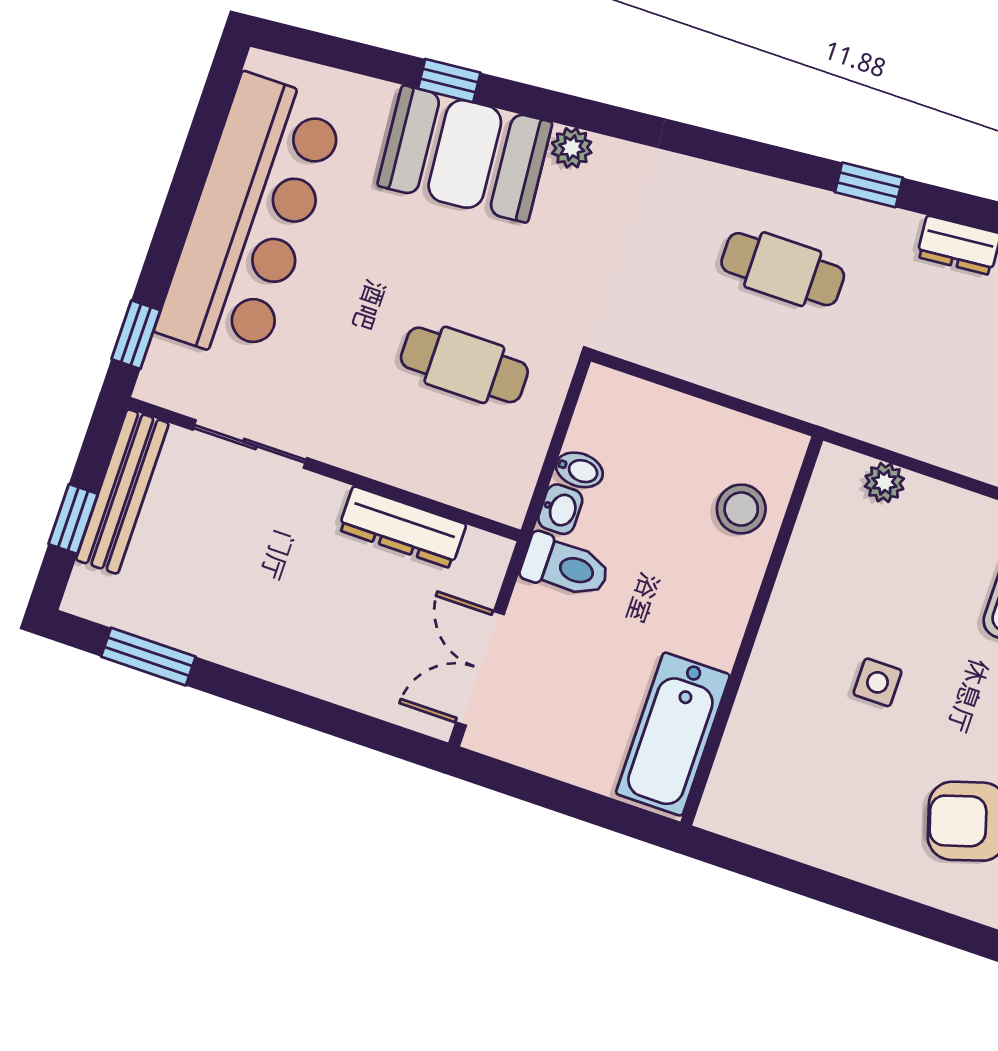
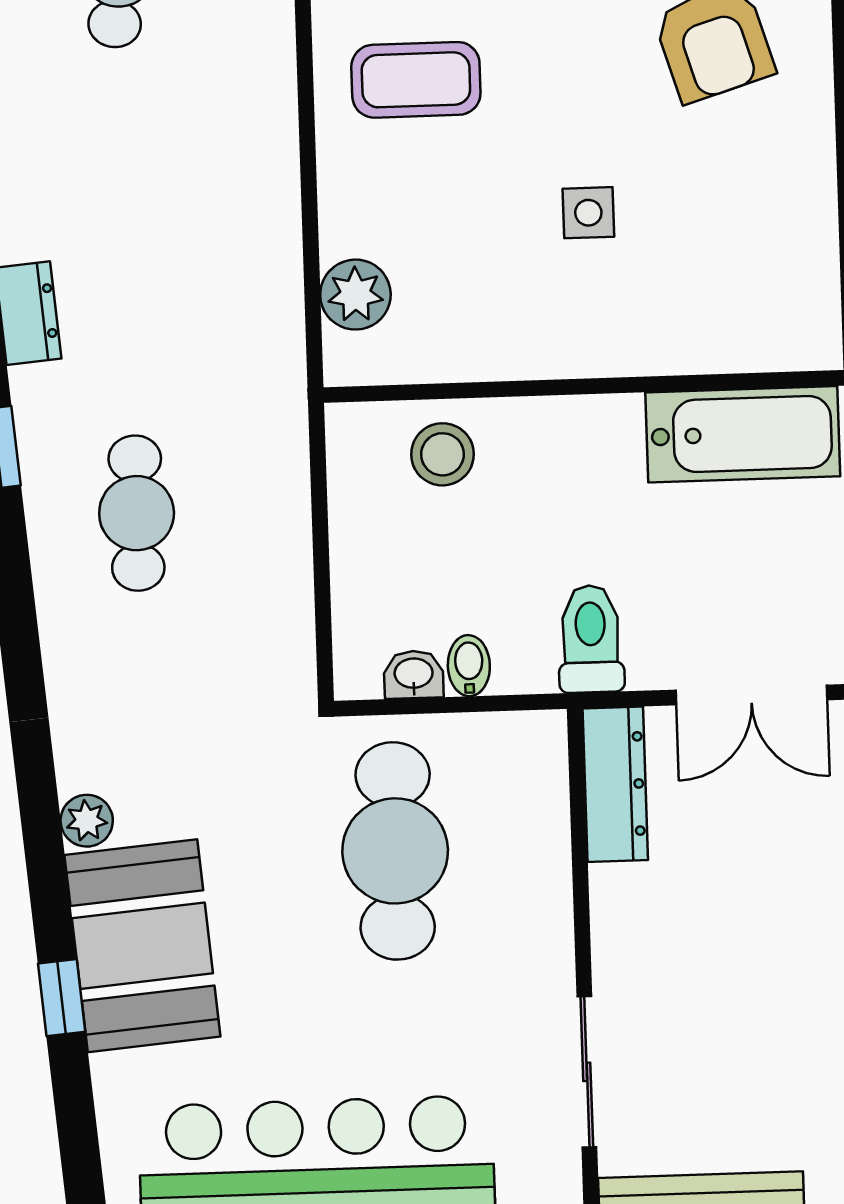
cafe table: (464, 365) -> (395, 851), width x1.37, depth x1.35
plant: (884, 482) -> (355, 295), width x1.38, depth x1.38
washbasin: (560, 509) -> (414, 675), moved
dresser: (402, 527) -> (615, 784), moved

